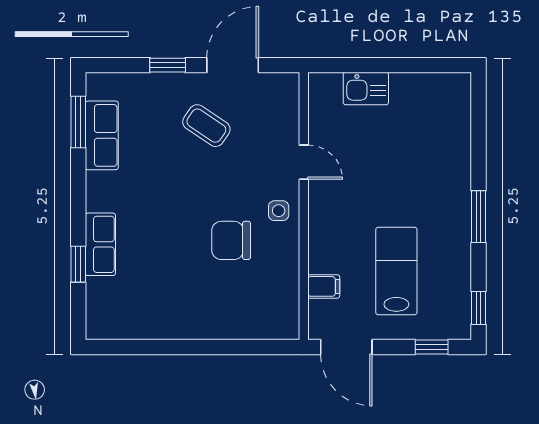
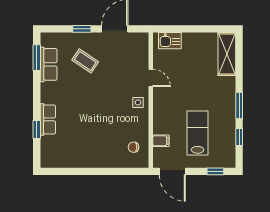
kitchen sink: (366, 89) -> (170, 41), moved
shelving: (454, 115) -> (227, 54), added
coffee table: (206, 126) -> (85, 61), moved
chair: (231, 240) -> (133, 147), moved, width x0.54, depth x0.54
window: (478, 308) -> (239, 137), moved

